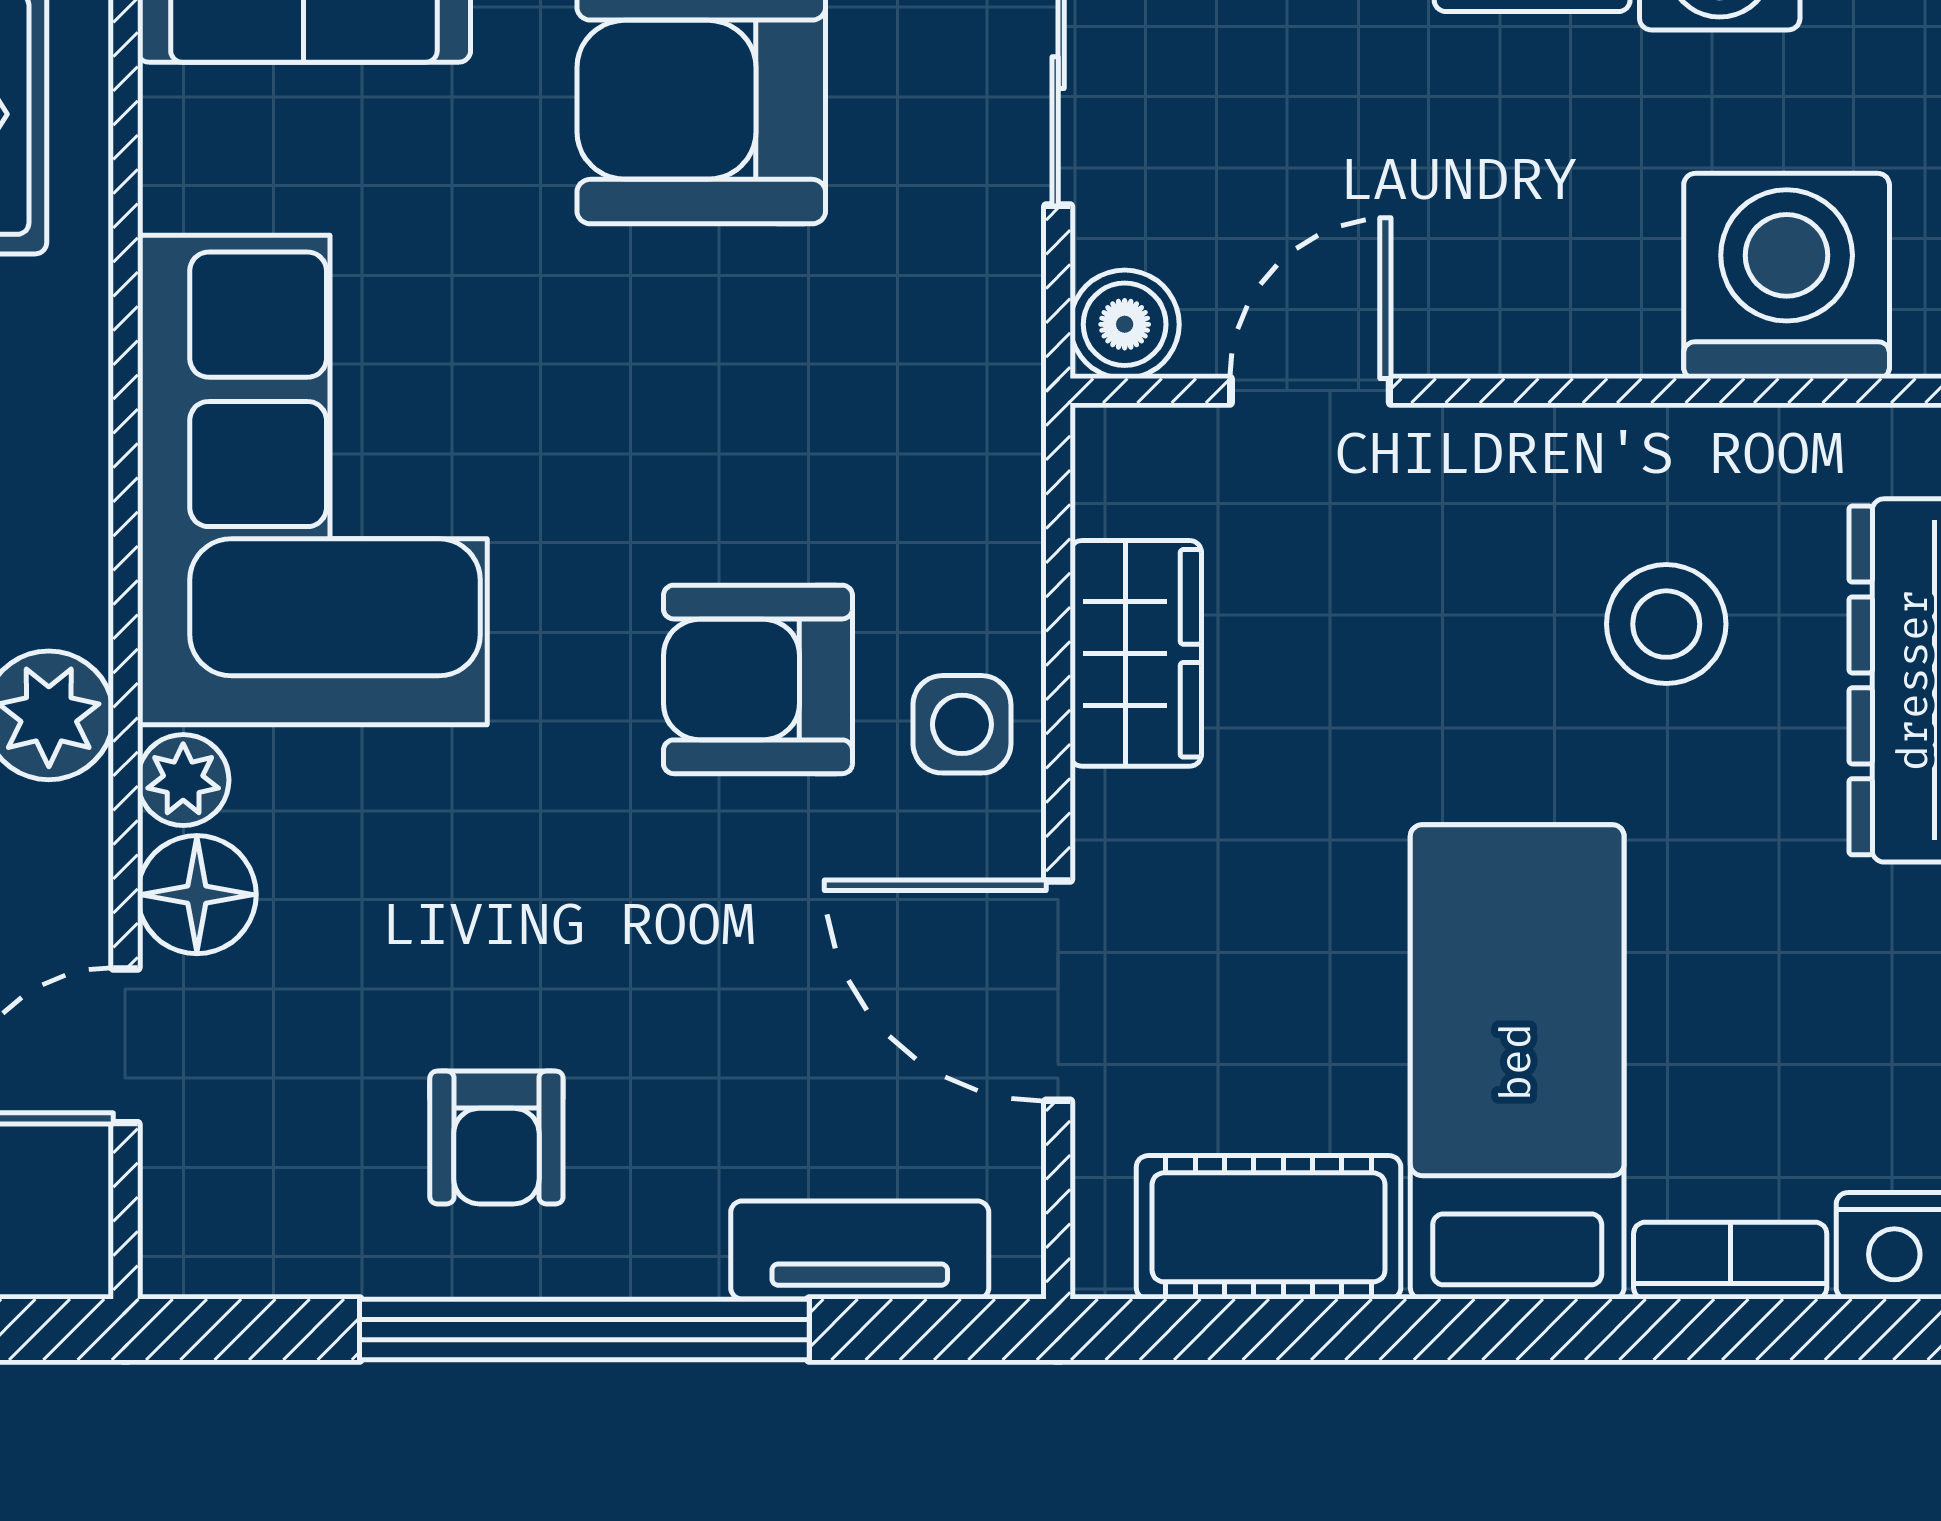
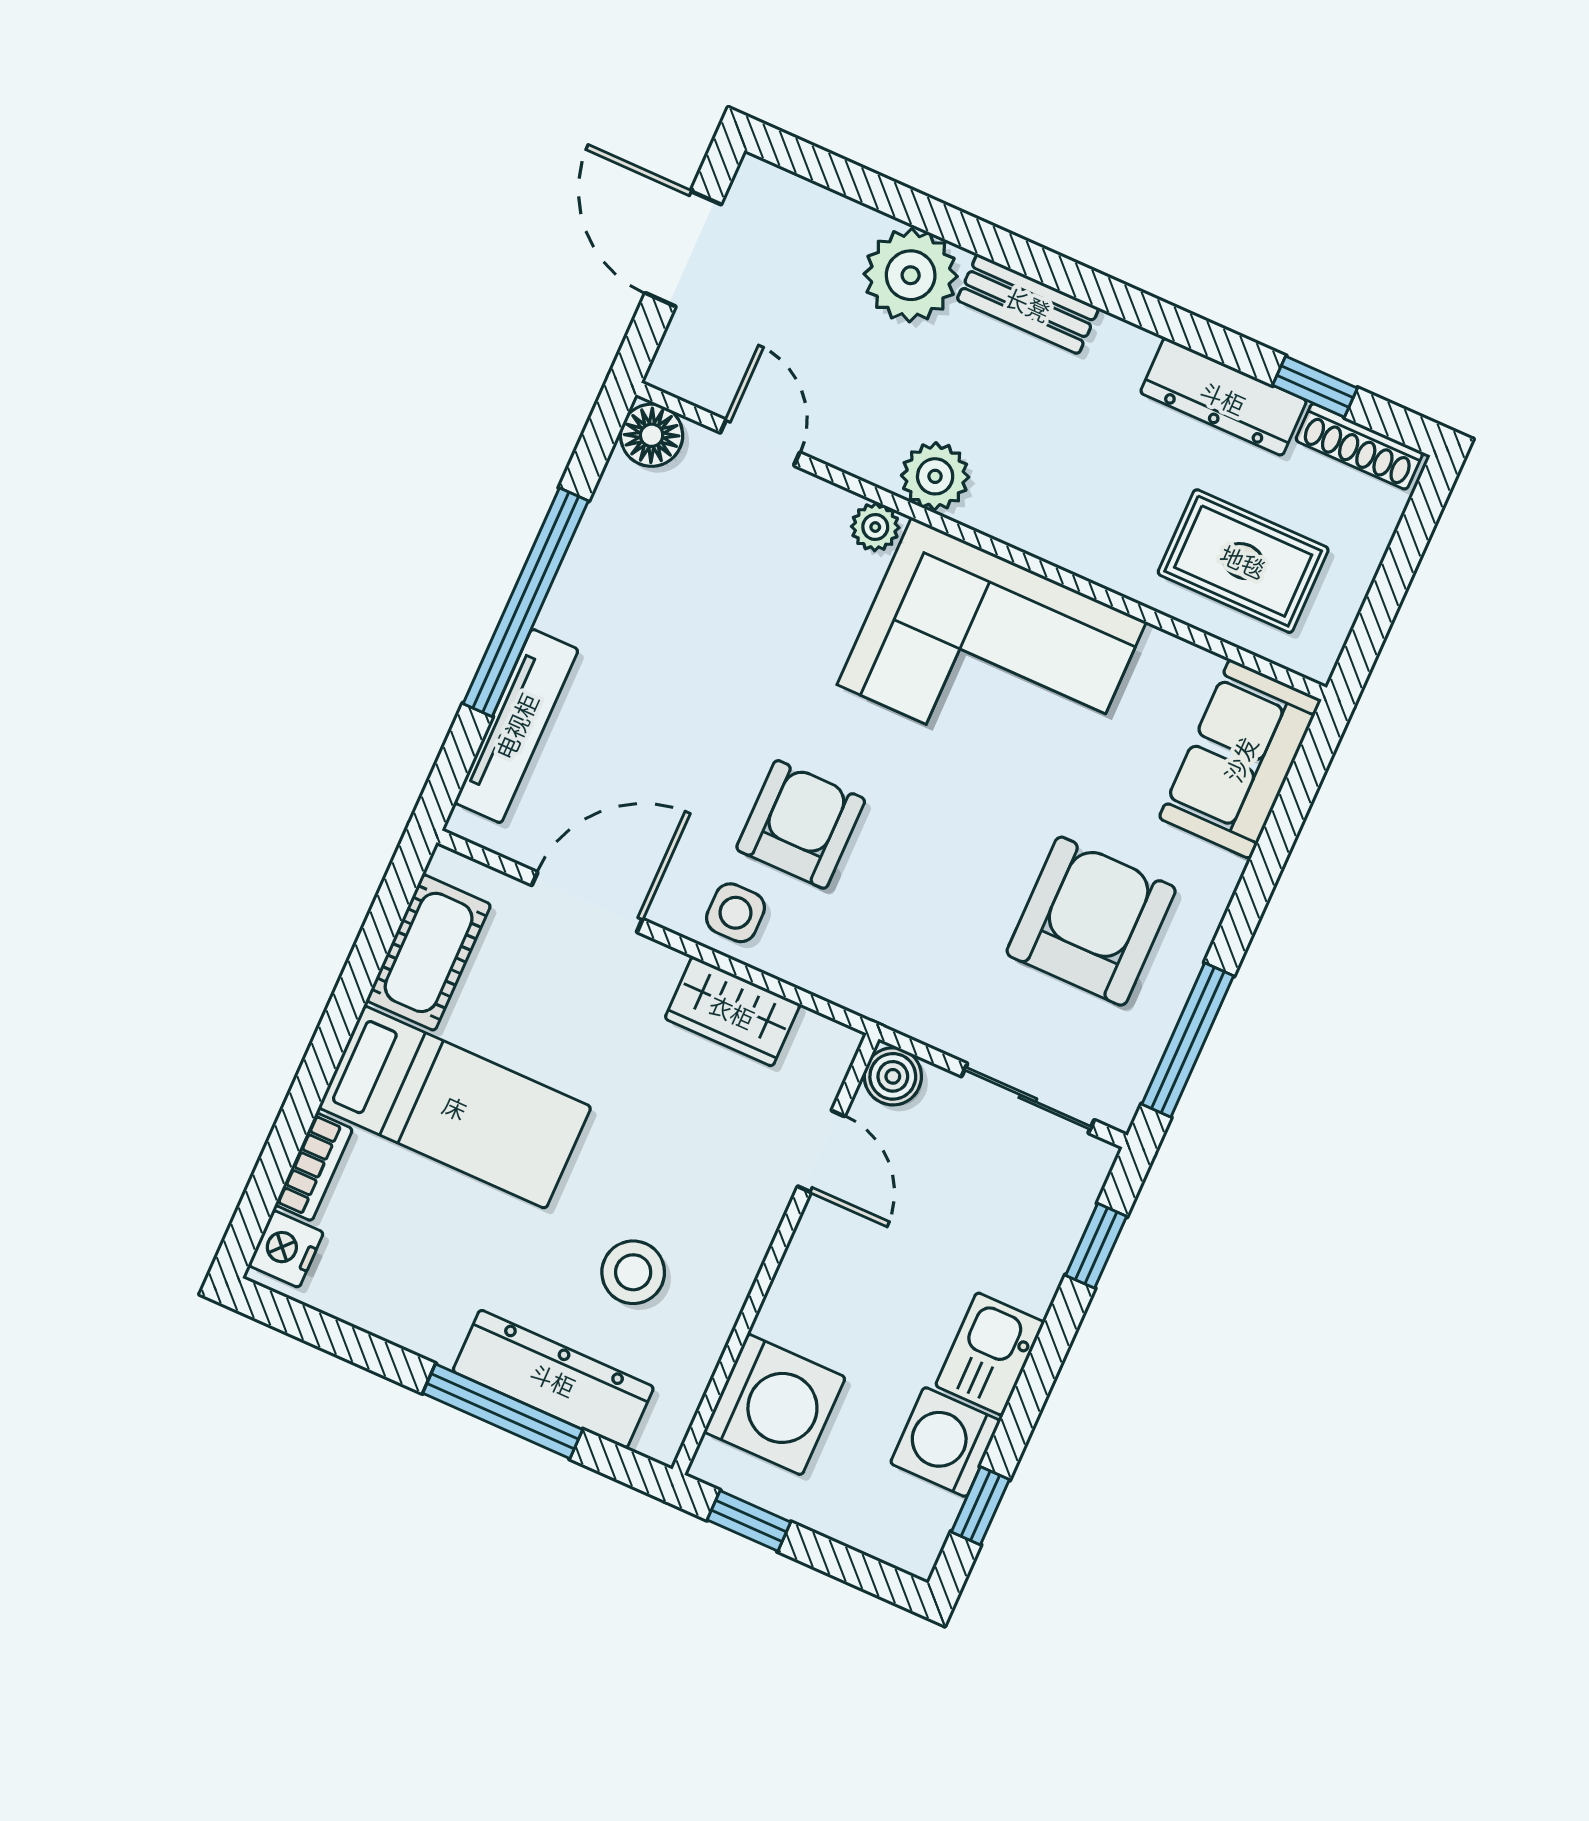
floor lamp: (197, 895) -> (652, 435), moved
armchair: (496, 1137) -> (637, 601), removed
tv unit: (860, 1250) -> (516, 726), width x1.41

